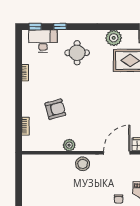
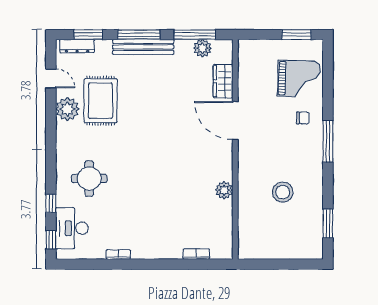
plant: (114, 38) -> (67, 109), moved
armchair: (55, 109) -> (172, 210), removed
stool: (83, 164) -> (283, 192), moved

